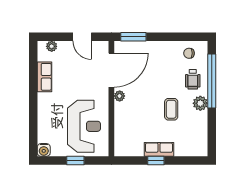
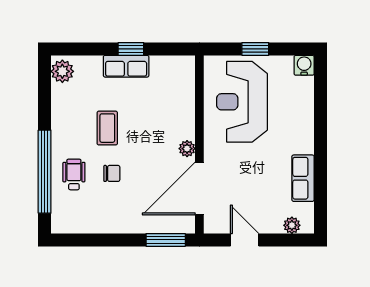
chair: (189, 53) -> (112, 173), moved
plant: (200, 103) -> (62, 71), moved

